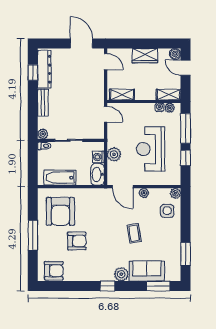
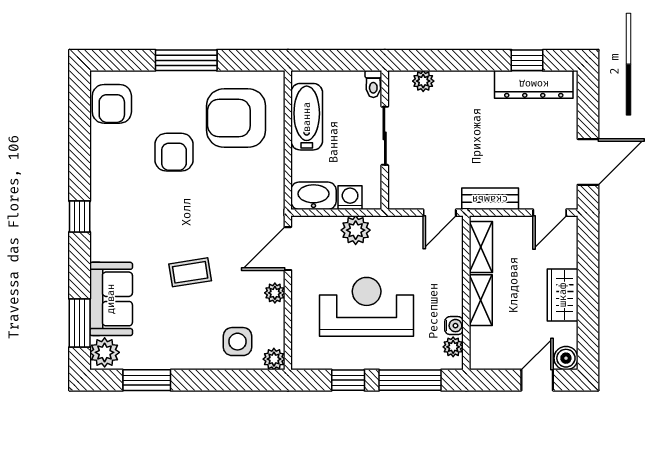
shelving: (169, 95) -> (481, 300), moved
bench: (43, 102) -> (490, 199), moved
plant: (43, 134) -> (423, 81), moved
plant: (121, 274) -> (105, 352), moved

